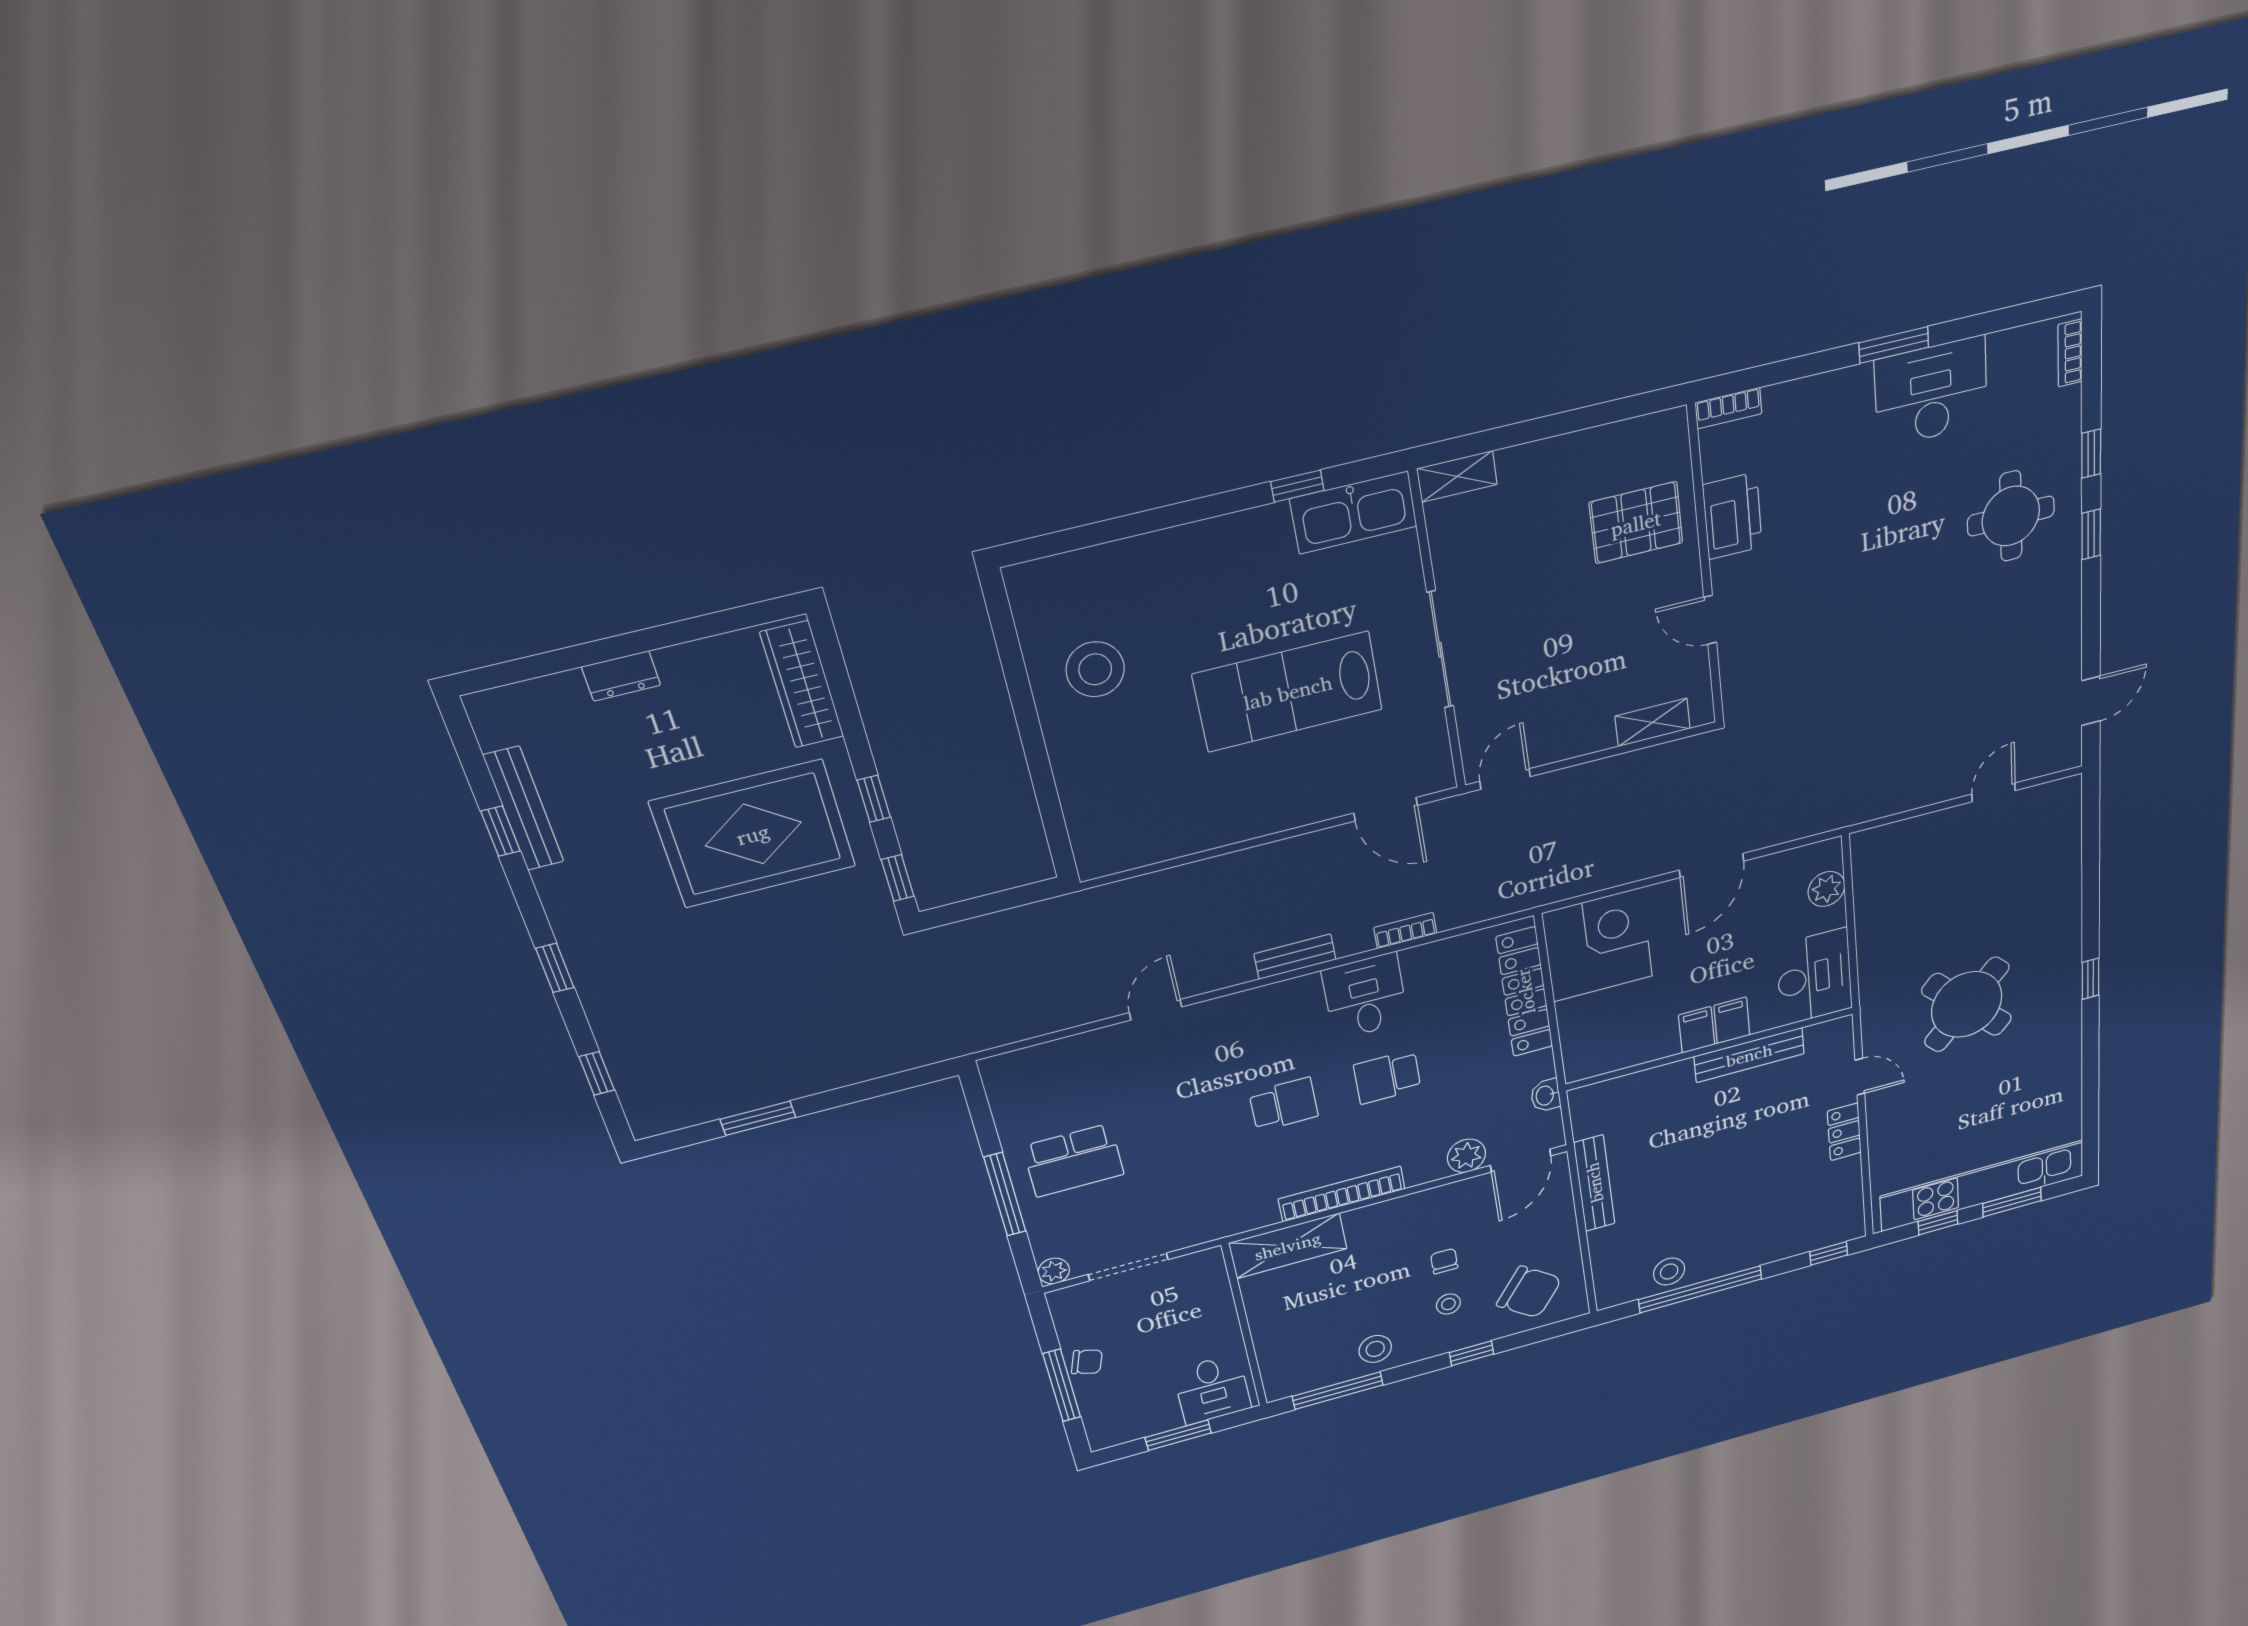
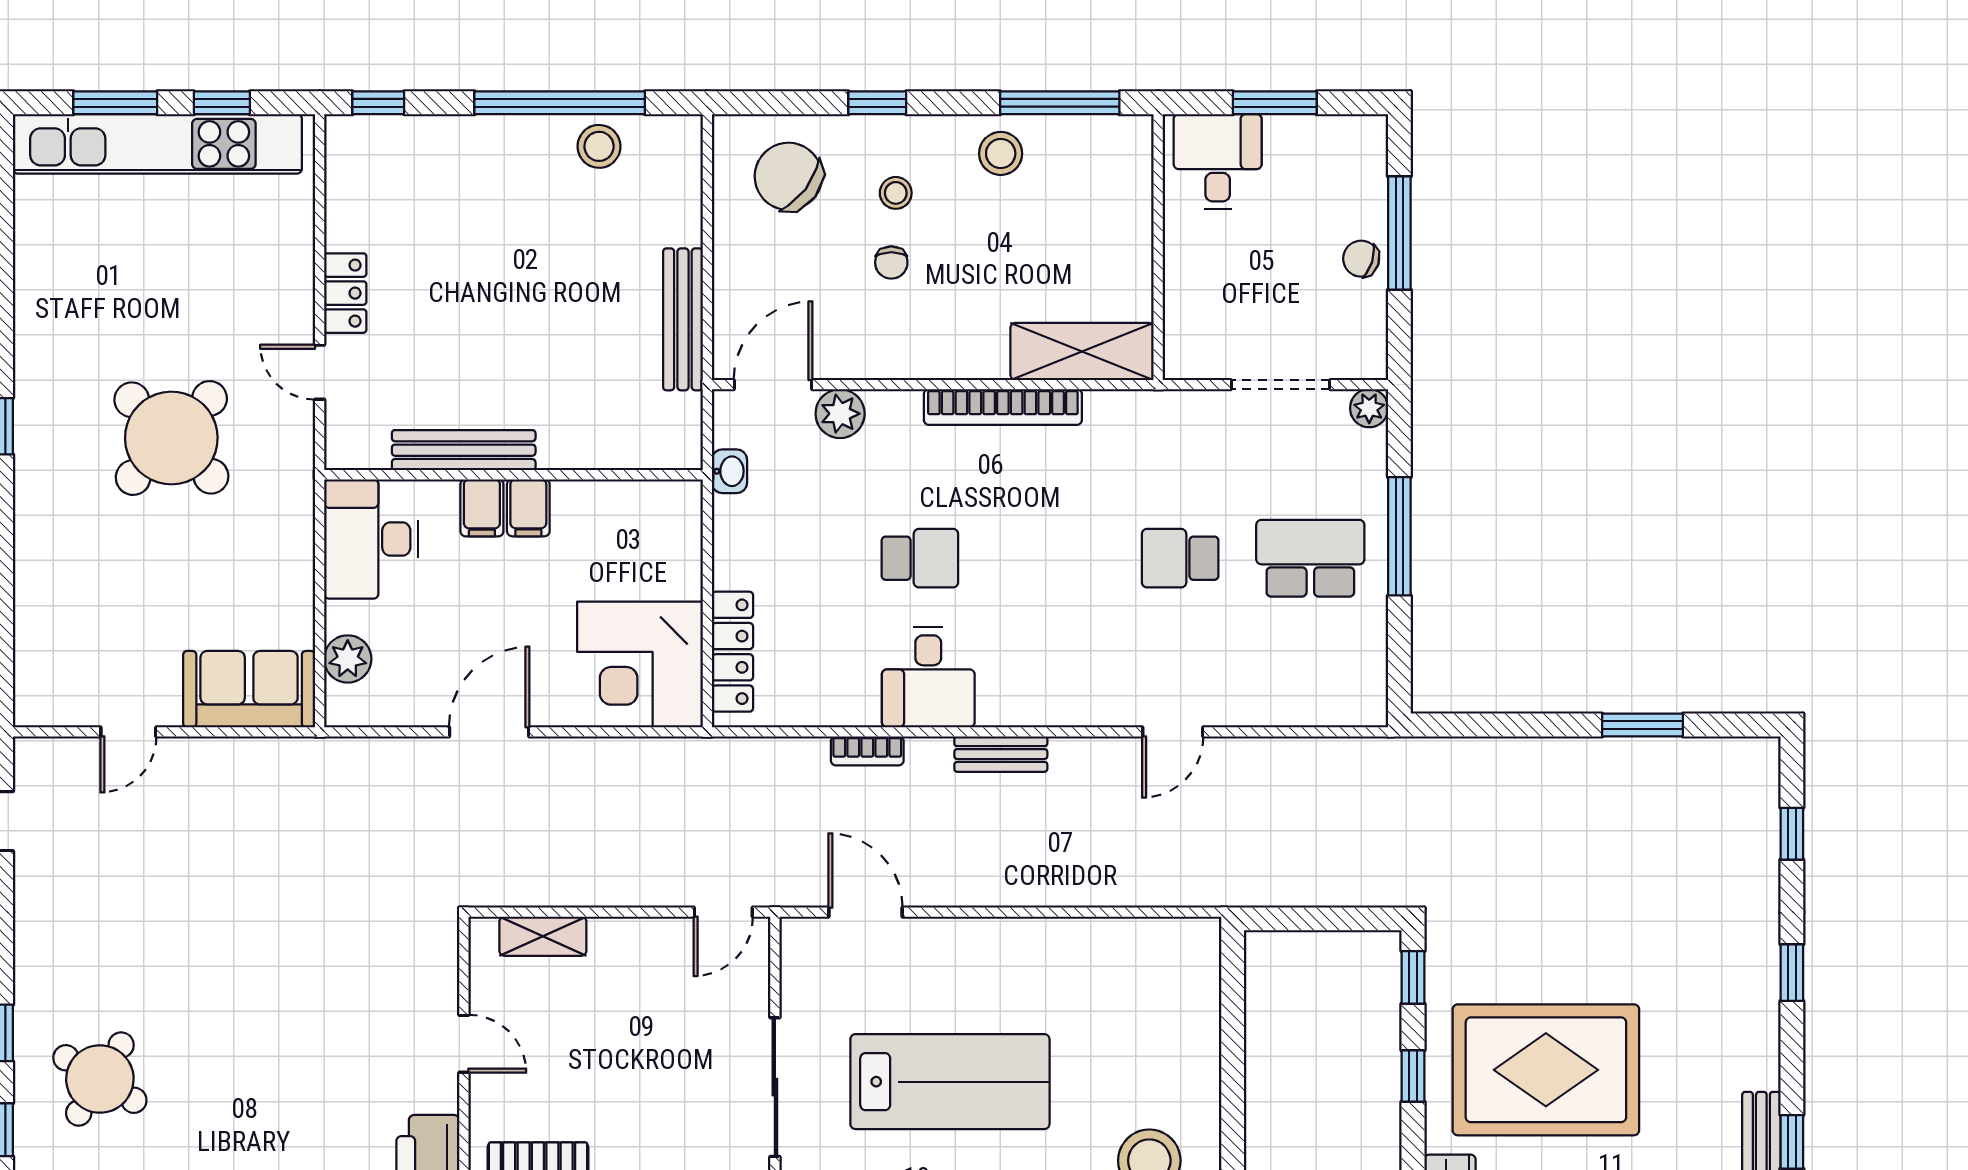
round table: (2011, 516) -> (100, 1079), turned 32
sofa: (1902, 847) -> (249, 689), added
locker: (1525, 992) -> (733, 652), width x0.71, depth x0.83
school desk: (1284, 1104) -> (1180, 558), moved

